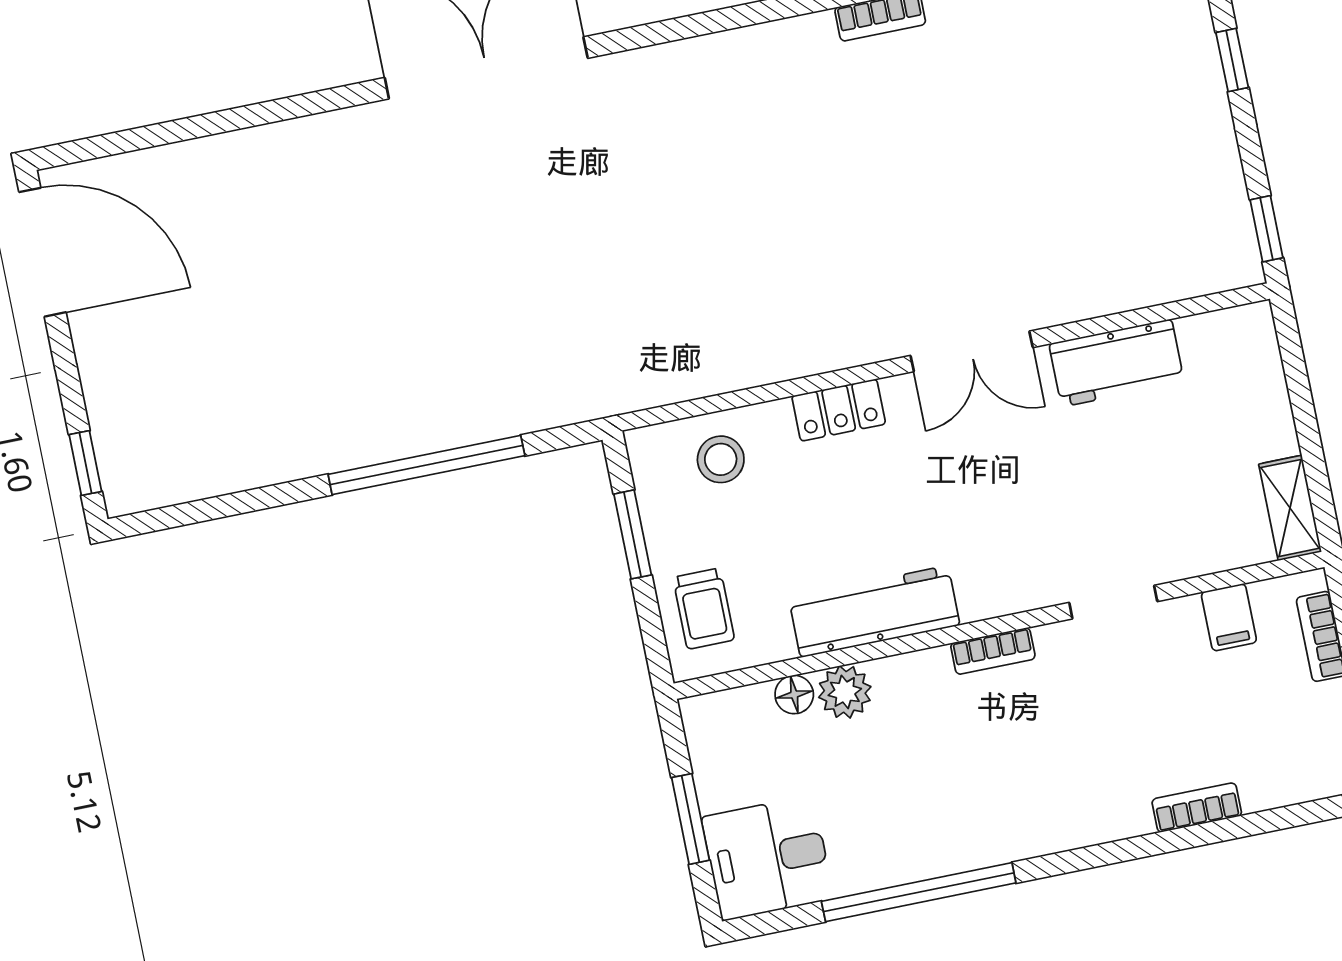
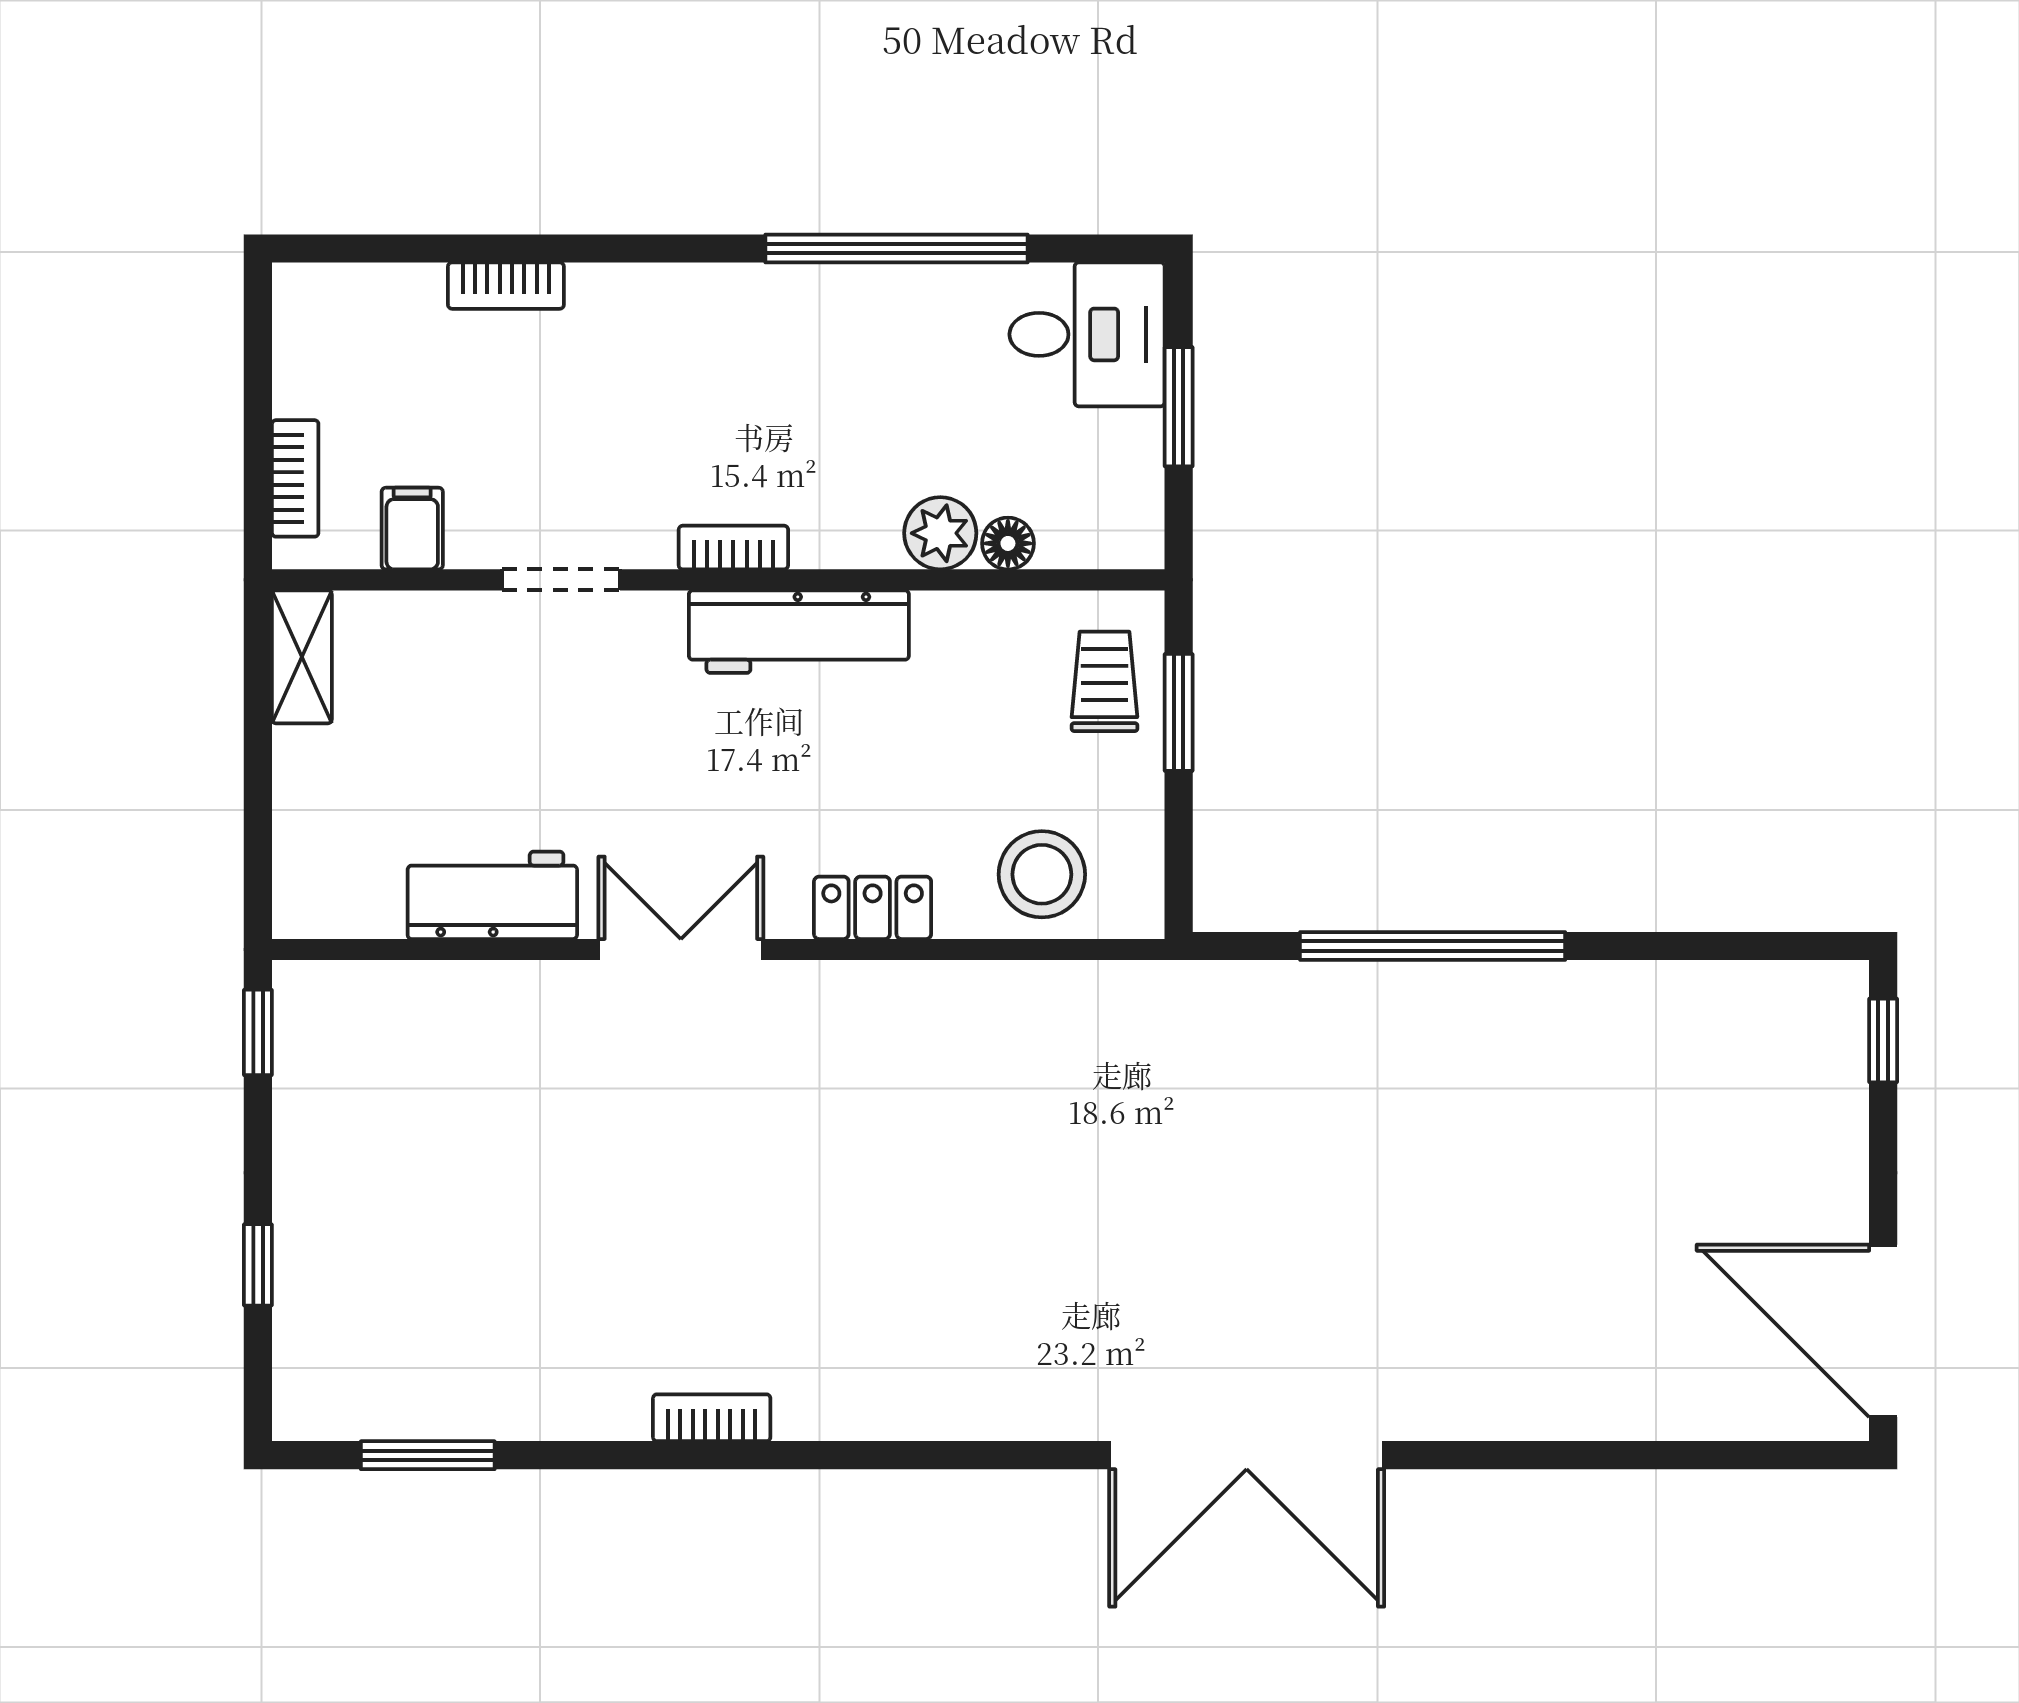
stool: (721, 459) -> (1042, 874), width x1.38, depth x1.38
window: (633, 534) -> (1179, 712), moved
workbench: (874, 612) -> (799, 632), moved

